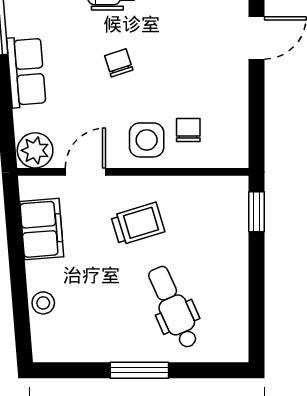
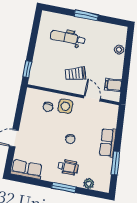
plant: (35, 150) -> (110, 111), removed
door: (85, 172) -> (92, 98), swing flipped
filing cabinet: (42, 229) -> (113, 85), width x0.50
dental chair: (173, 307) -> (68, 38), turned 114

